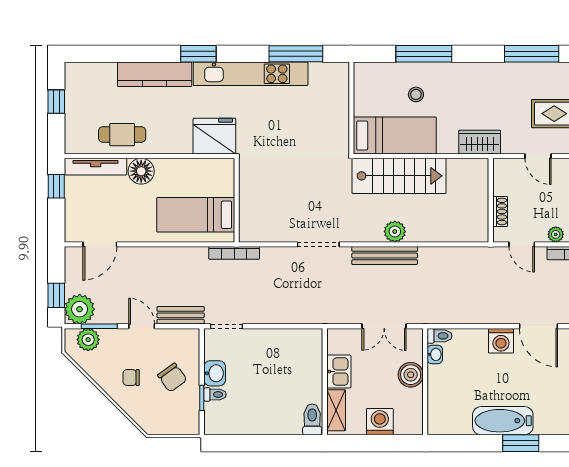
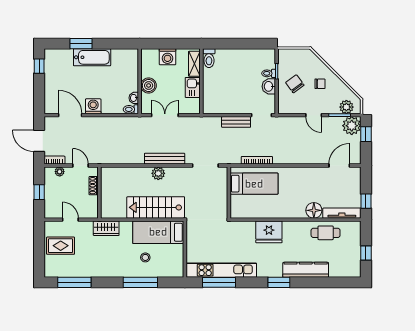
kitchen unit: (251, 74) -> (221, 270), moved
wall: (237, 200) -> (229, 193), moved
bed: (196, 215) -> (254, 184), moved
bench: (181, 315) -> (236, 122), moved

